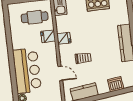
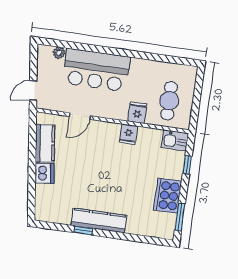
trolley: (83, 58) -> (93, 154), removed
dishwasher: (116, 84) -> (44, 173), moved

